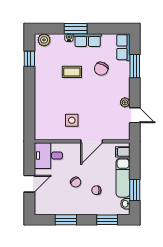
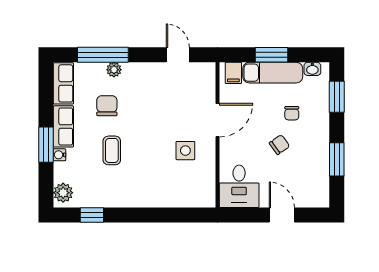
row of seats: (123, 47) -> (63, 83), moved, turned -90
window: (135, 66) -> (103, 55), width x1.44
chair: (101, 69) -> (107, 106), turned -115
plant: (125, 102) -> (114, 70), moved
door: (135, 115) -> (178, 55), hinge flipped
door: (92, 141) -> (217, 120), hinge flipped
window: (135, 190) -> (271, 55), moved

